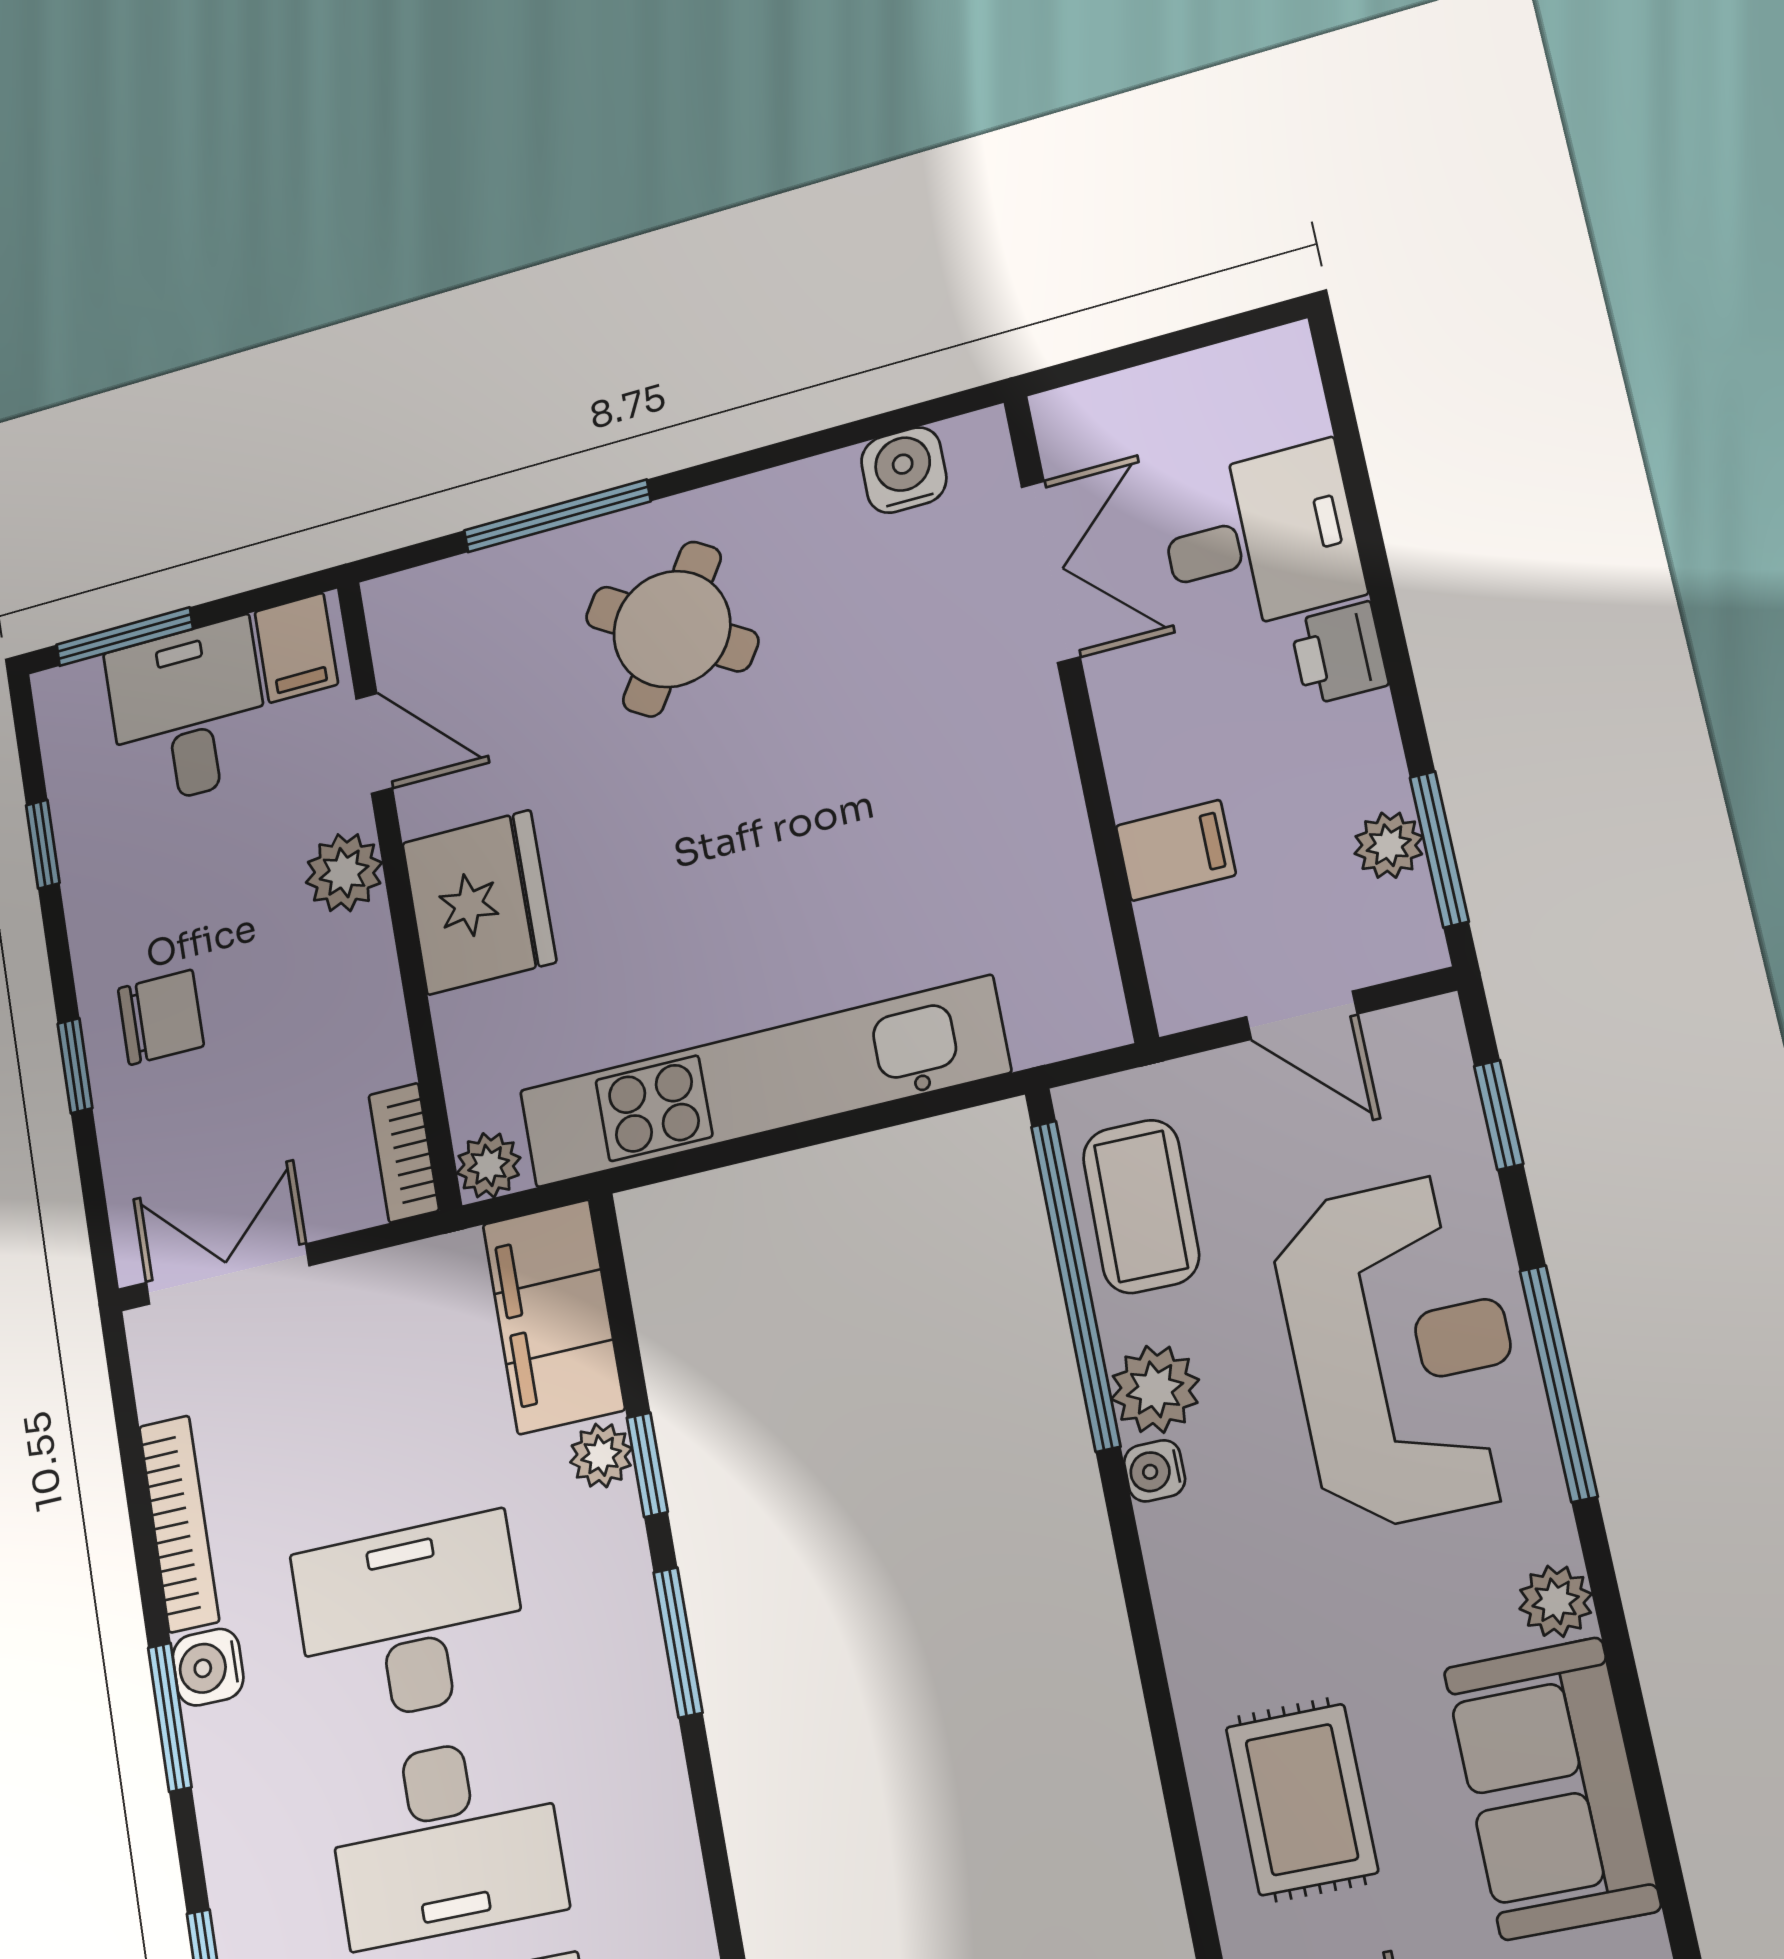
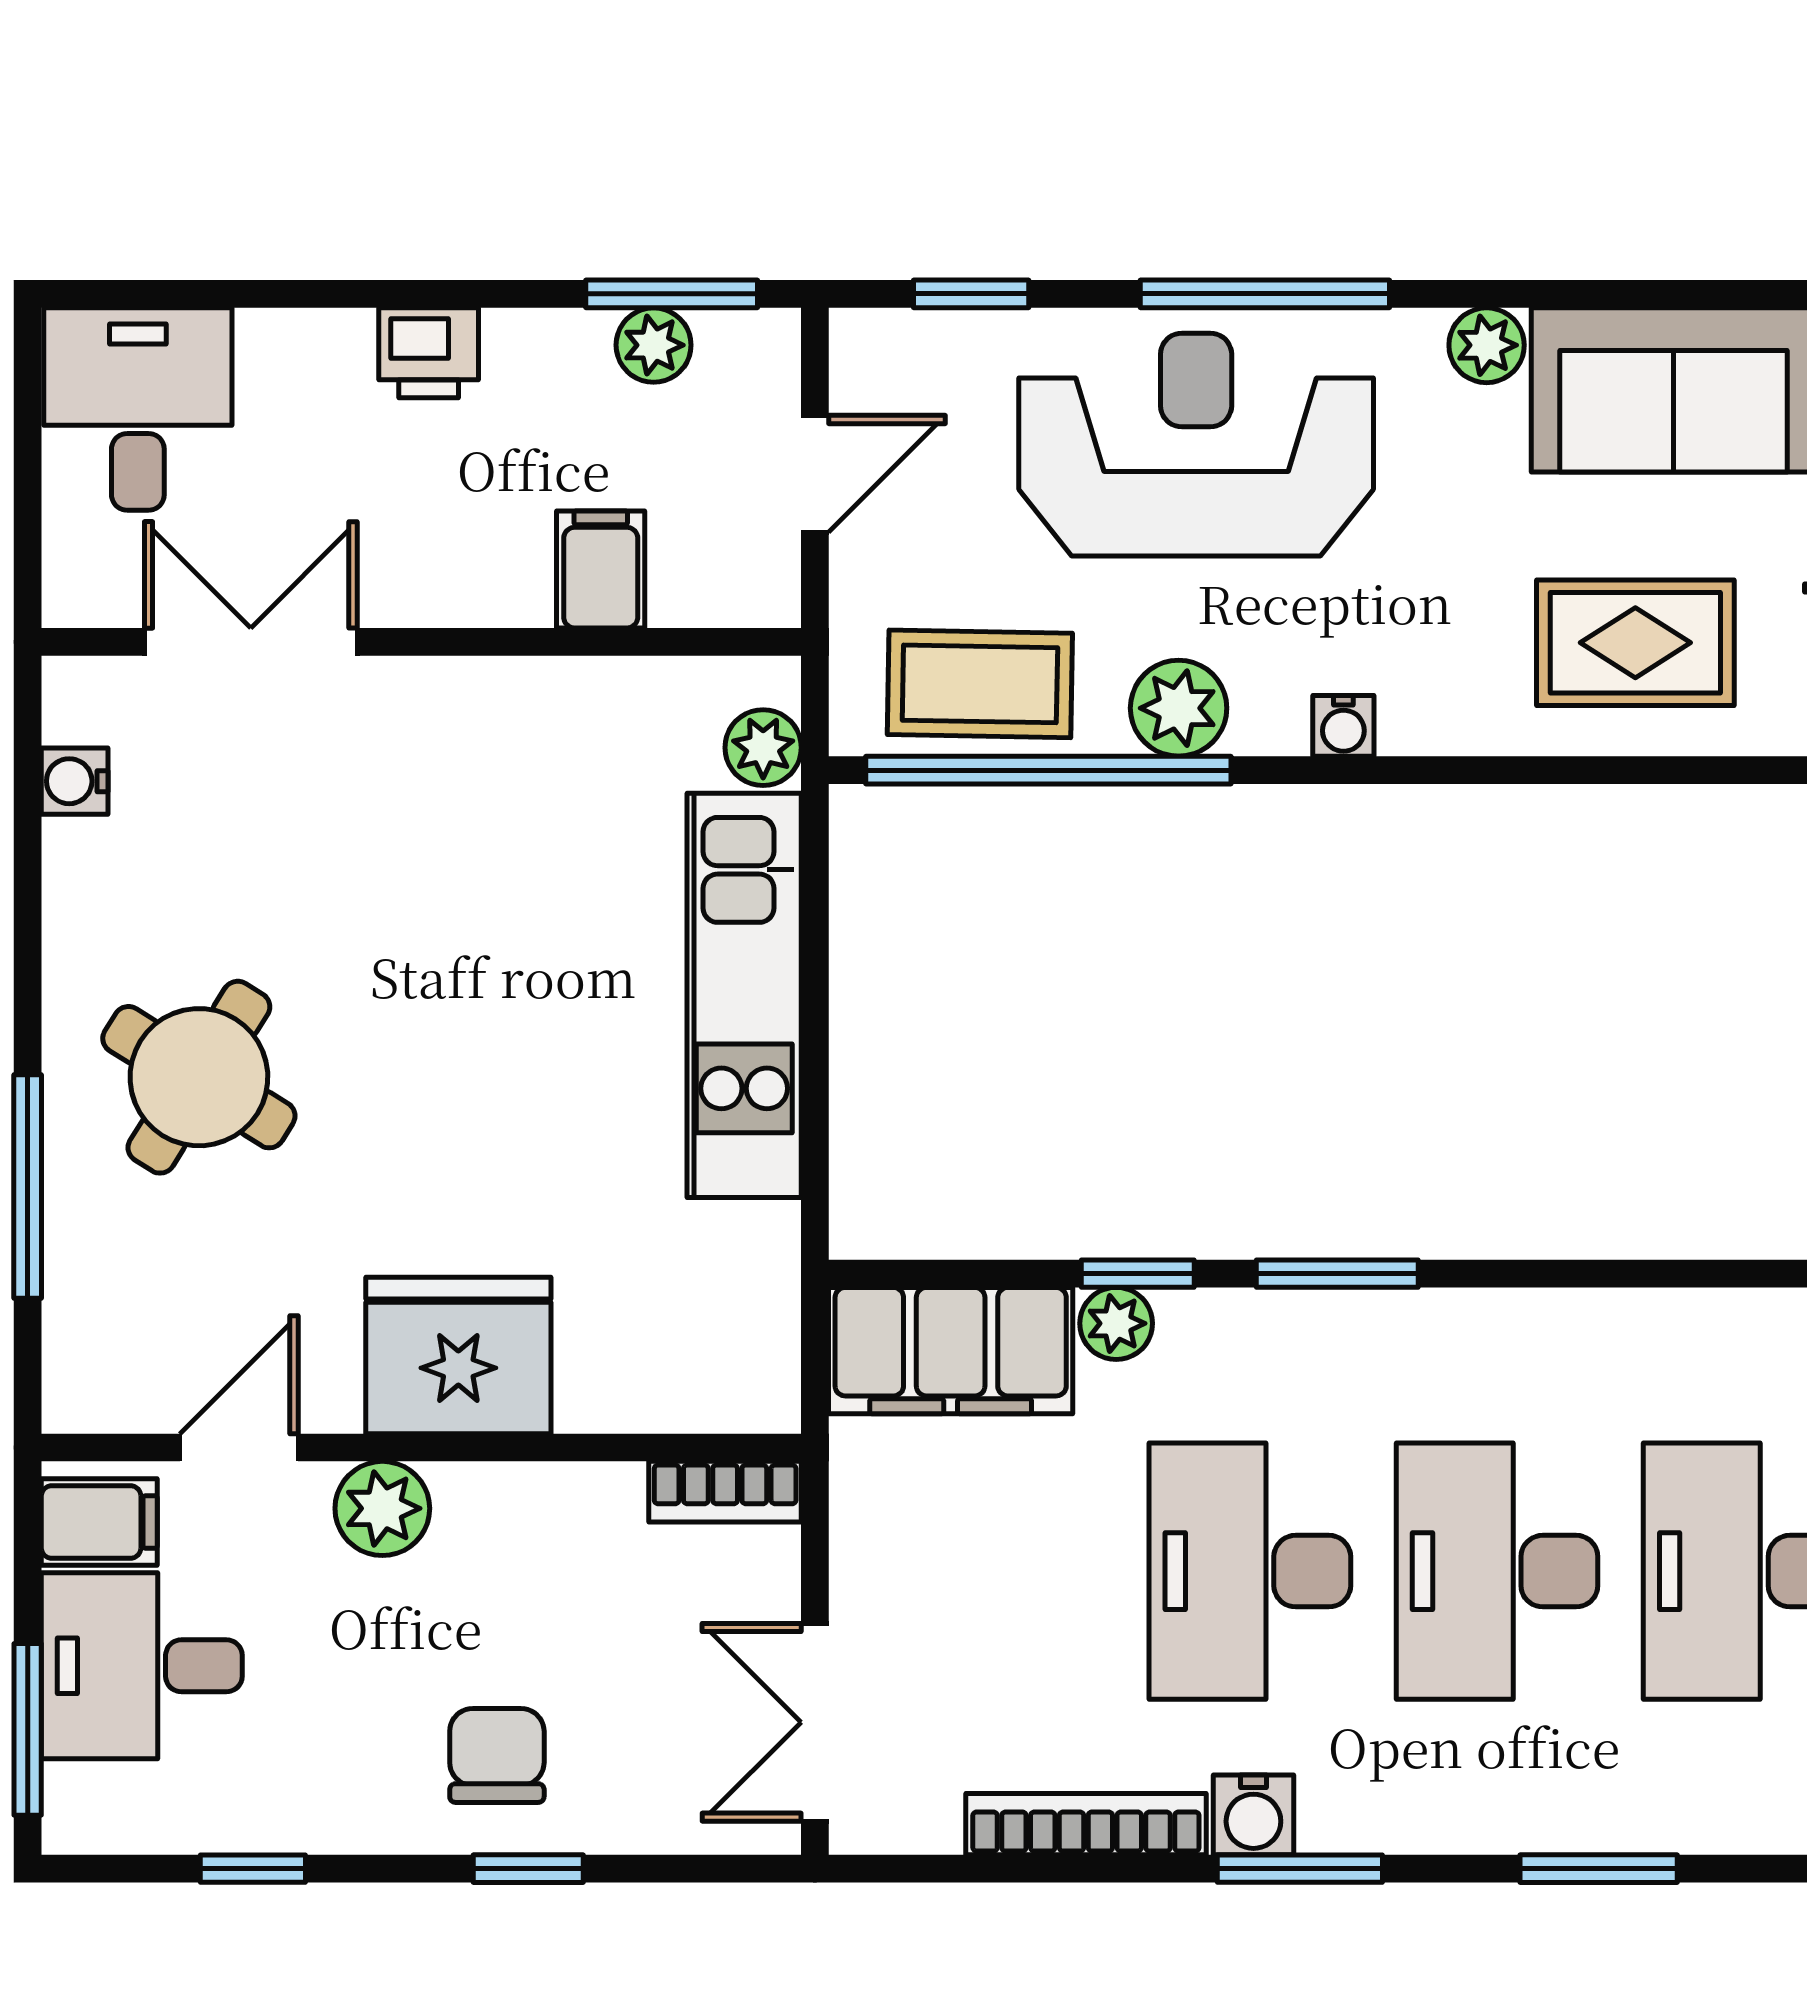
water cooler: (904, 470) -> (75, 781), width x0.72, depth x0.72
desk: (1261, 539) -> (138, 409), moved
kitchen unit: (762, 1082) -> (744, 995), width x0.73
plant: (489, 1165) -> (763, 748), moved
water cooler: (1155, 1471) -> (1343, 726), moved
desk: (445, 1840) -> (1497, 1571), turned 180

